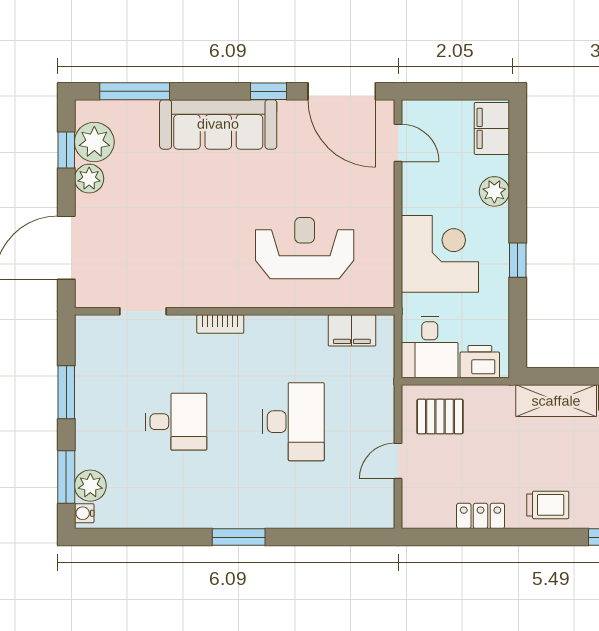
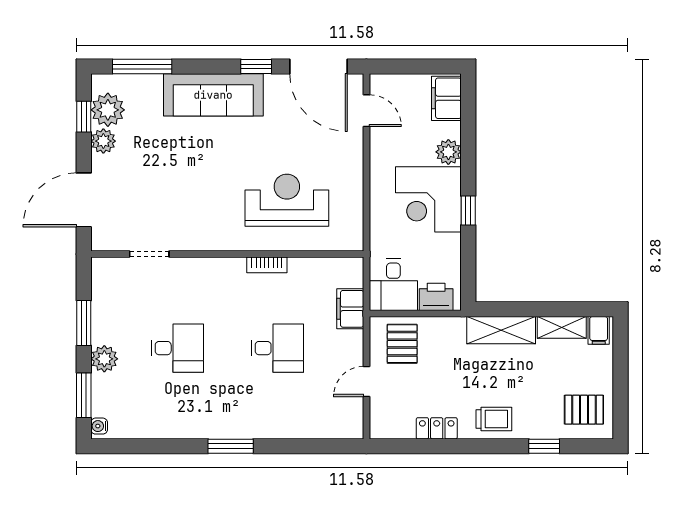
corner desk: (440, 254) -> (428, 199), moved, turned 180
bookcase: (220, 324) -> (267, 265), moved
filing cabinet: (352, 330) -> (350, 309), moved, turned 90
pallet: (440, 417) -> (402, 344), turned 90
desk: (293, 422) -> (277, 348), width x0.73
plant: (90, 486) -> (104, 359), moved

